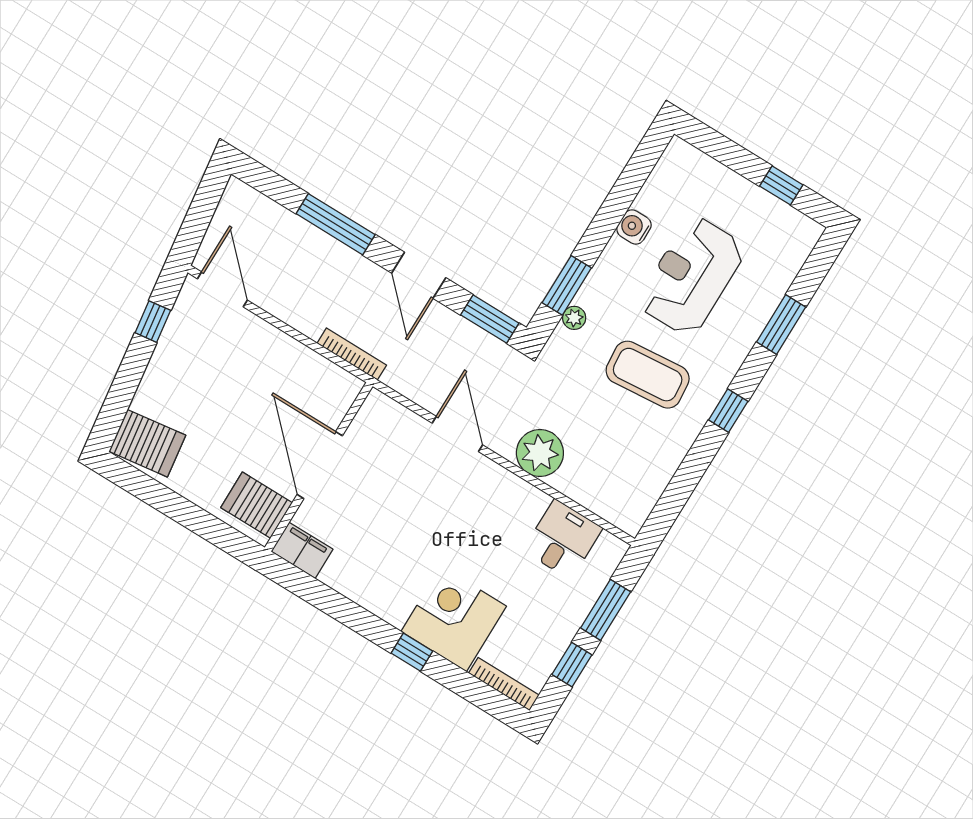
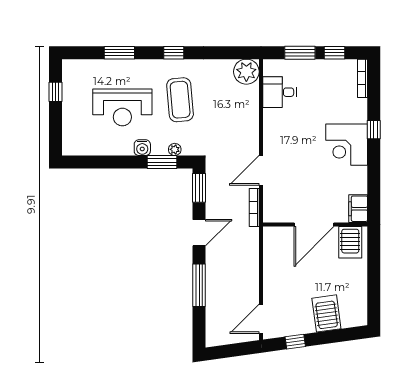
water cooler: (634, 227) -> (142, 148), moved
bookcase: (352, 354) -> (254, 208), moved
server rack: (147, 443) -> (326, 313), moved
plant: (540, 453) -> (246, 72), moved
corner desk: (454, 619) -> (347, 145), moved

